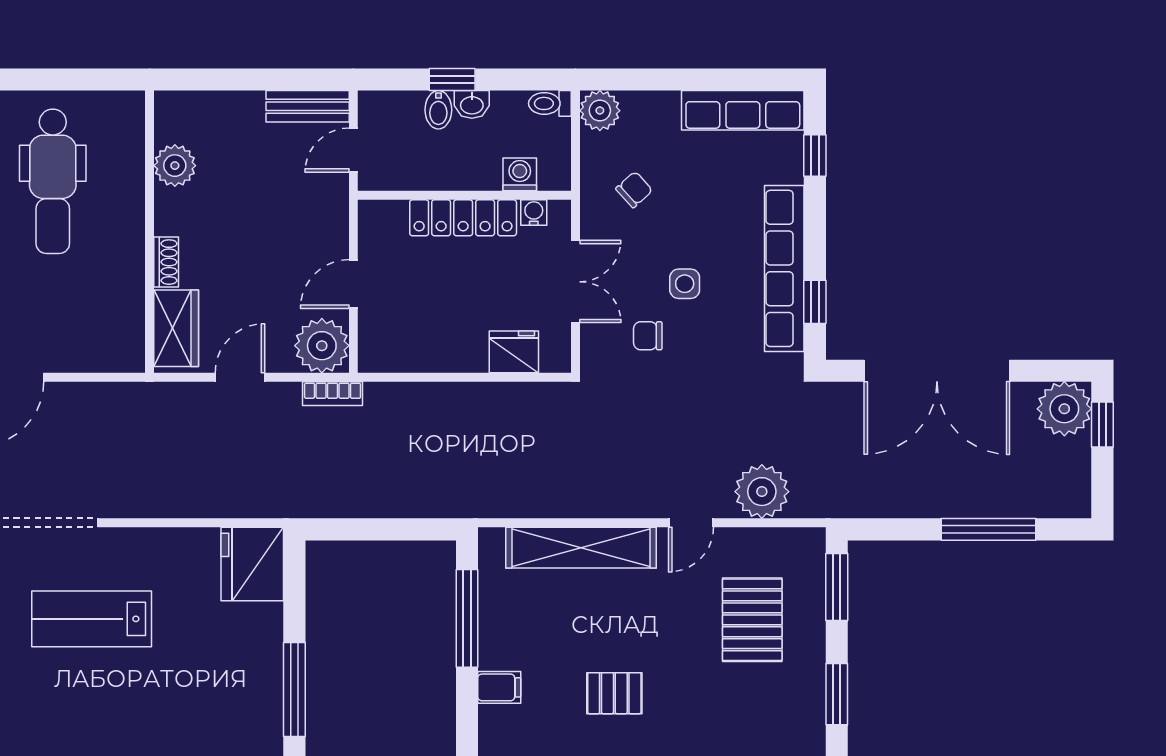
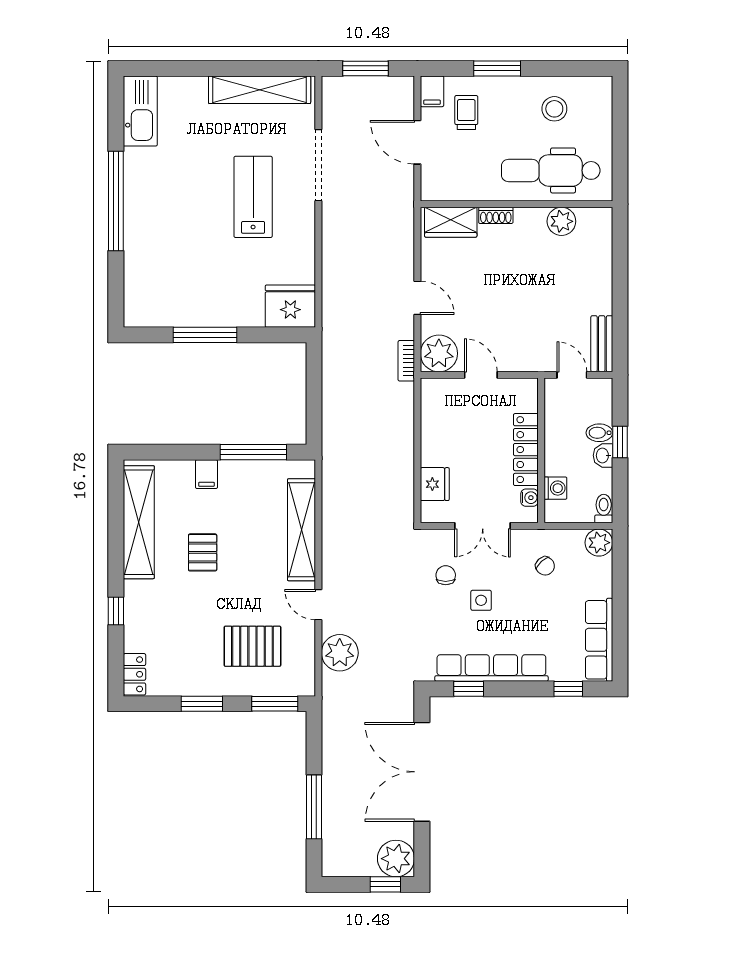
plant: (175, 166) -> (561, 221), moved
wall: (150, 232) -> (516, 204), moved
shoe rack: (166, 262) -> (496, 215), moved
wardrobe: (176, 328) -> (451, 222), moved

